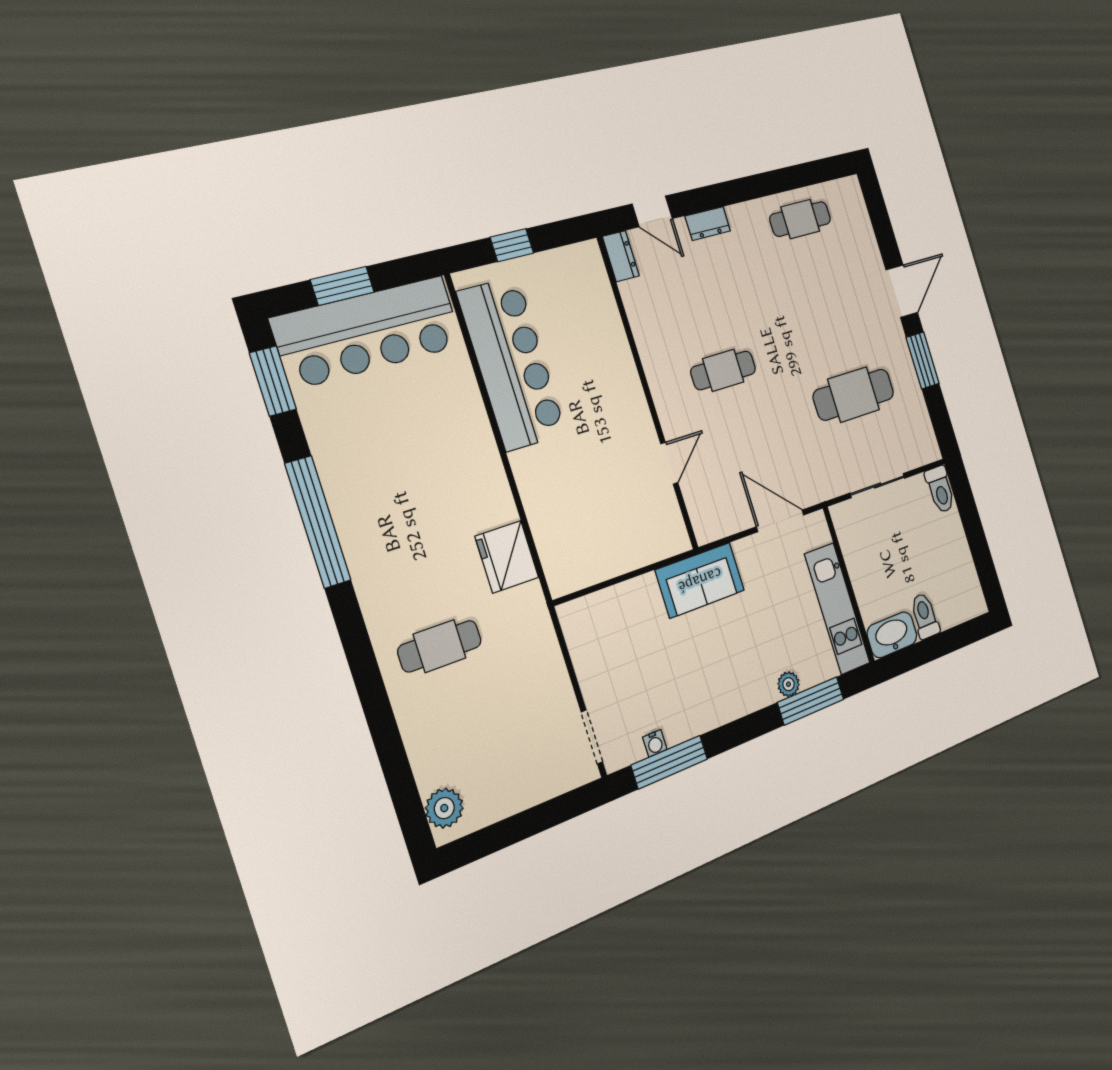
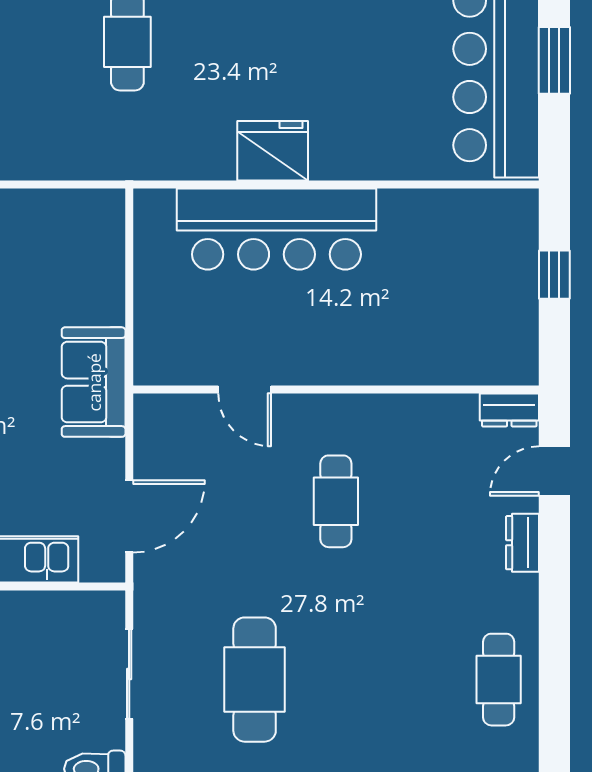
bar counter: (512, 363) -> (276, 229), moved
fridge: (507, 557) -> (273, 151), moved

